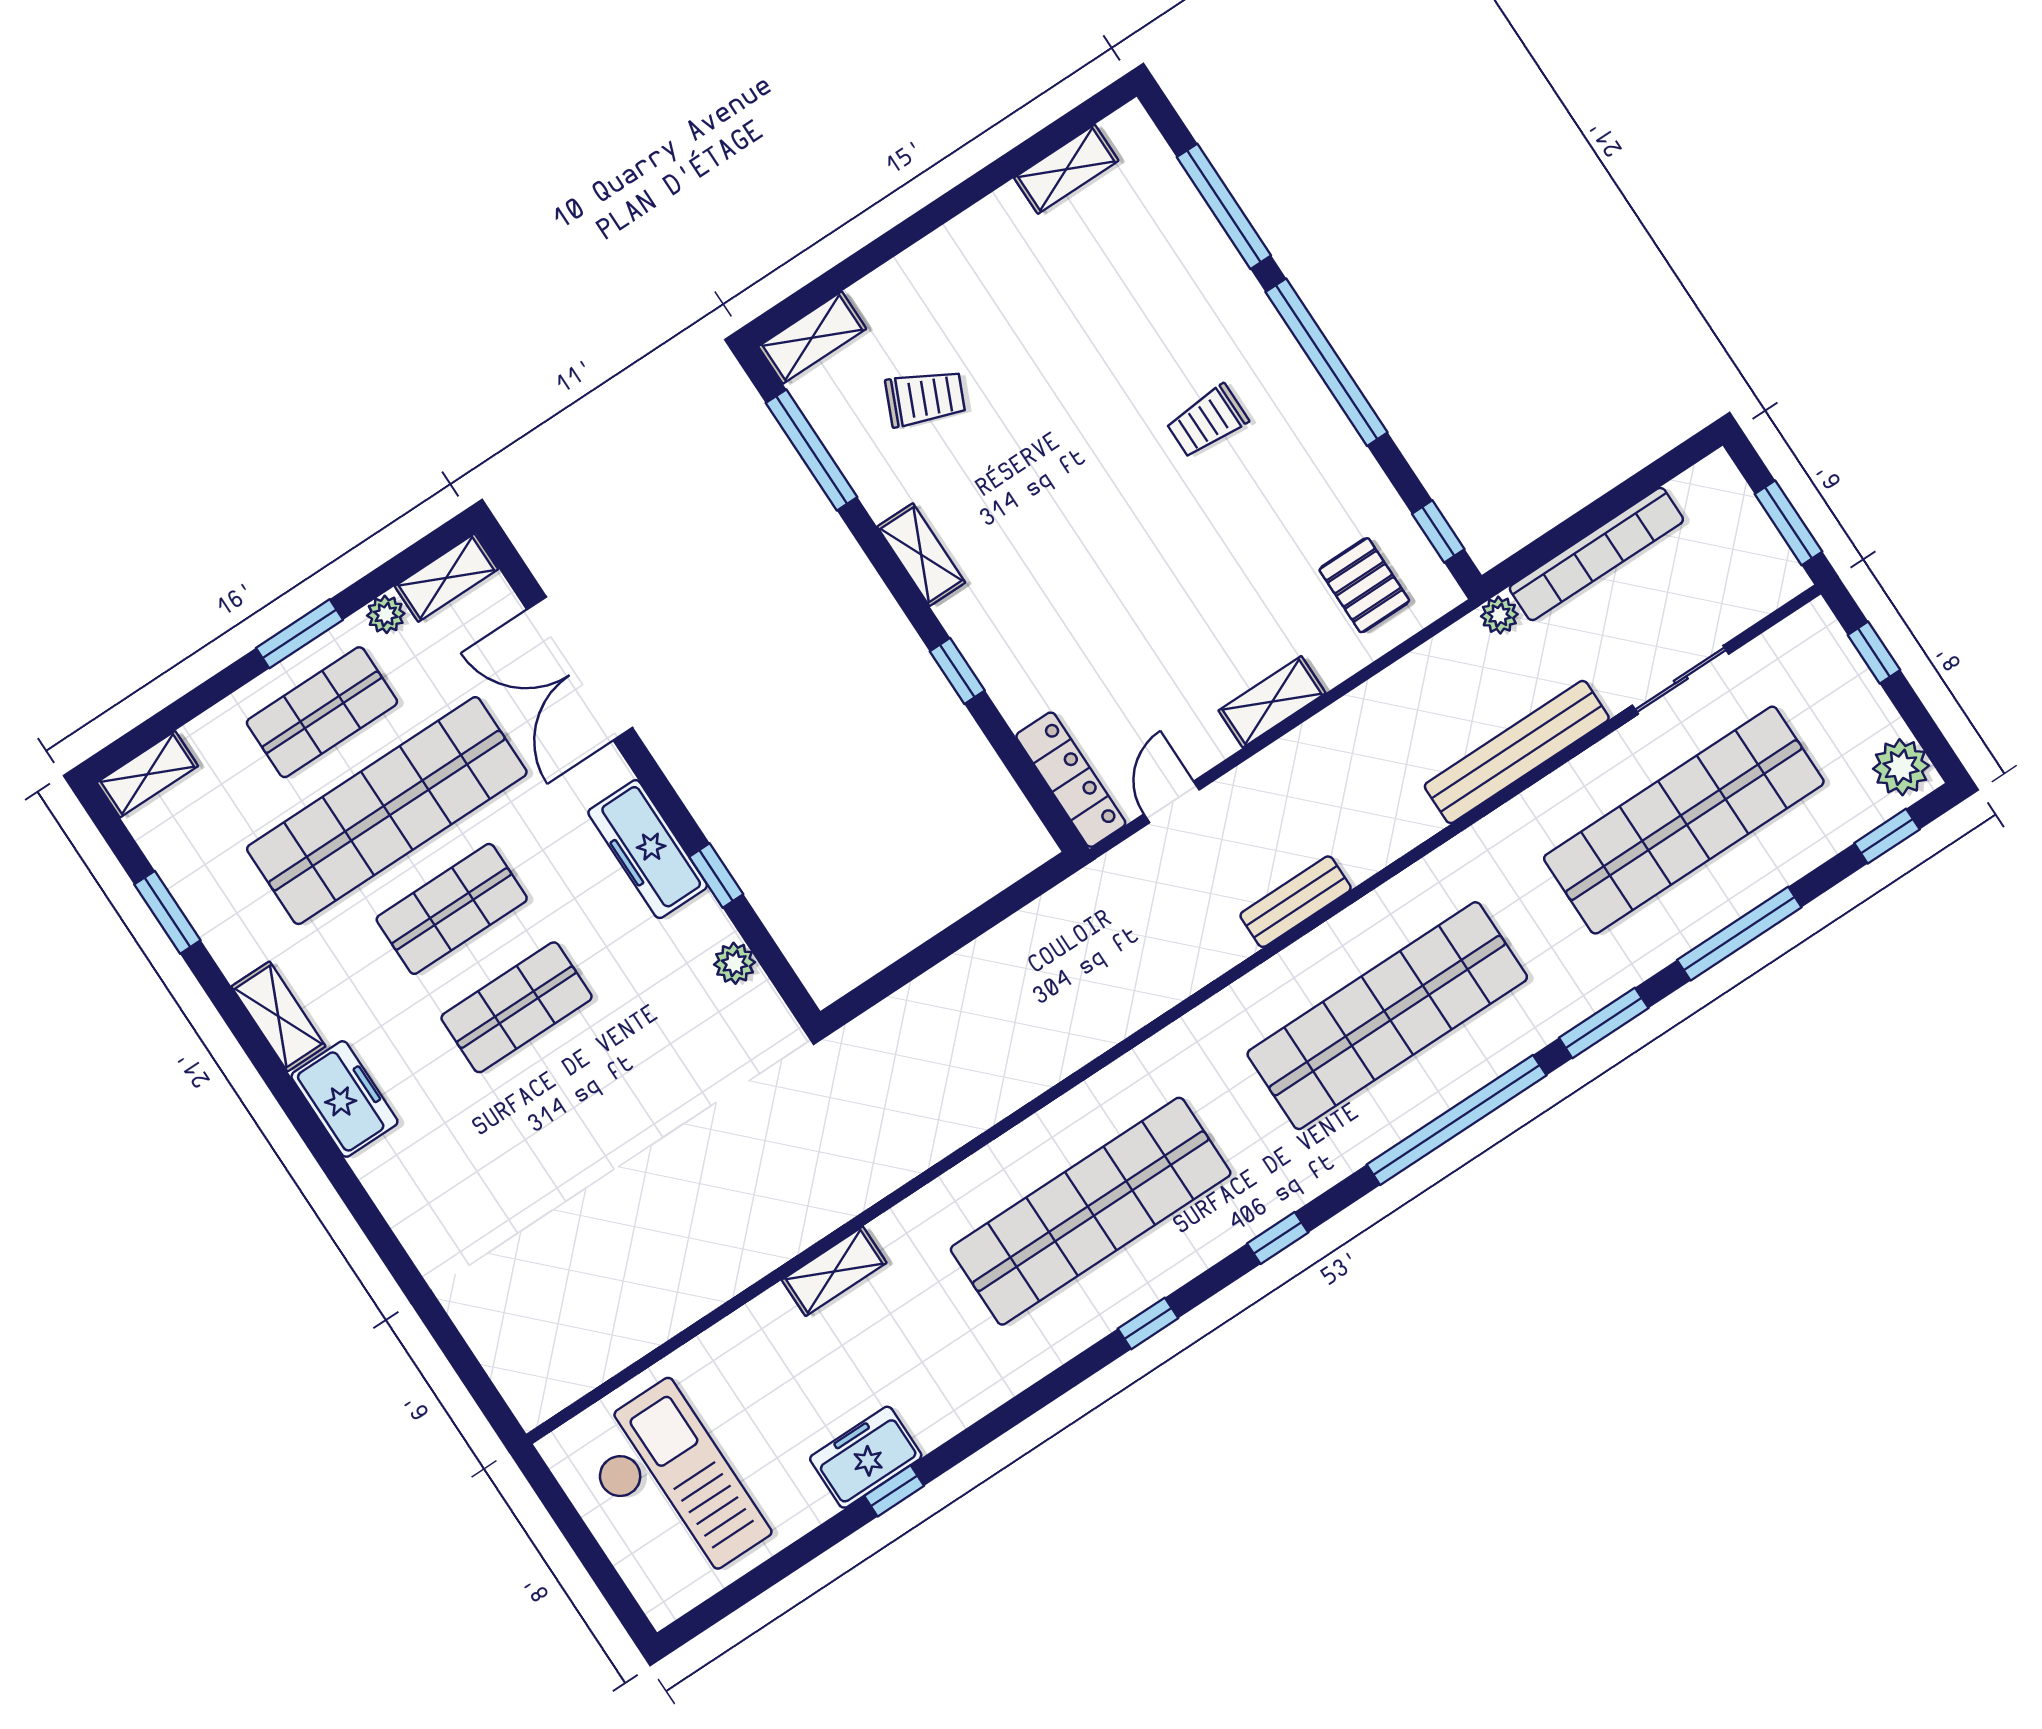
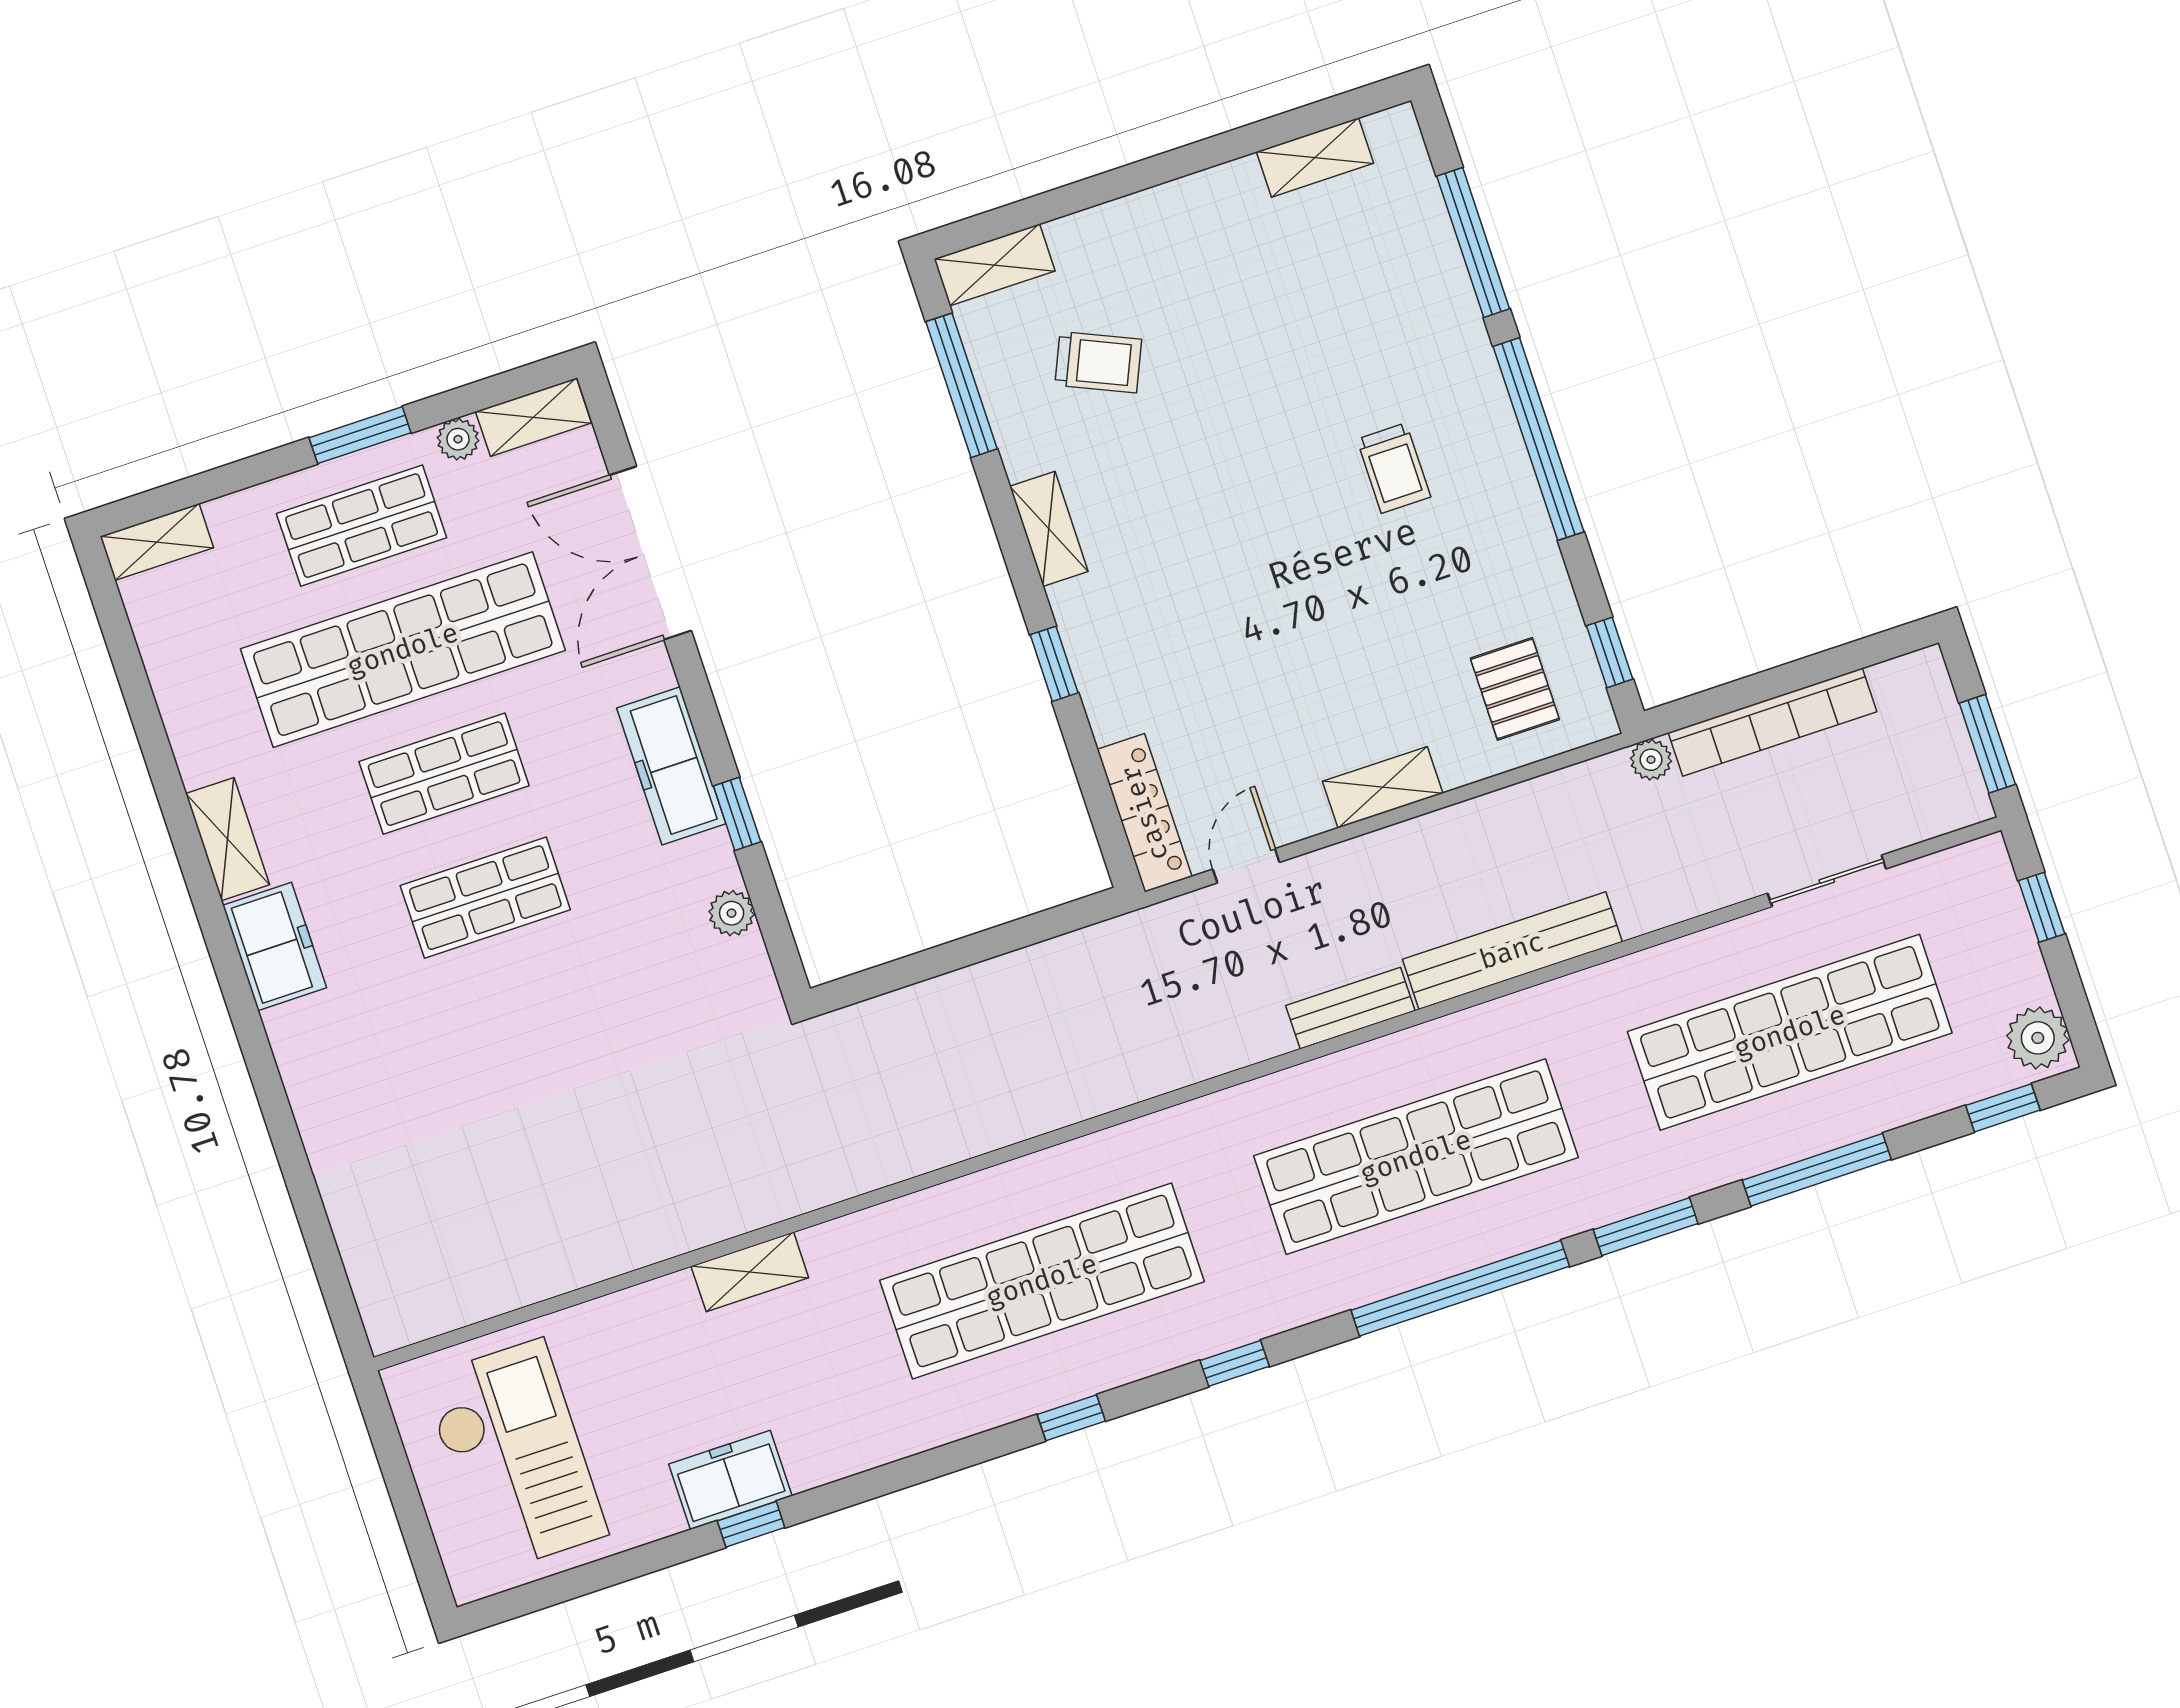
trolley: (1207, 421) -> (1394, 468), turned -90
bench: (1517, 752) -> (1512, 951), moved
window: (167, 912) -> (139, 696), removed

